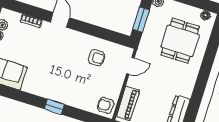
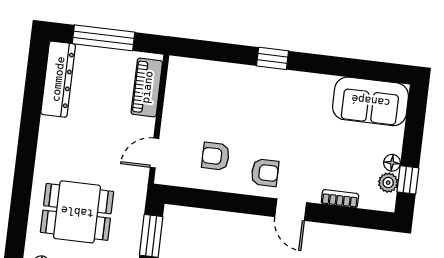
dining table: (180, 41) -> (77, 212), turned 90
armchair: (106, 105) -> (265, 173), moved

